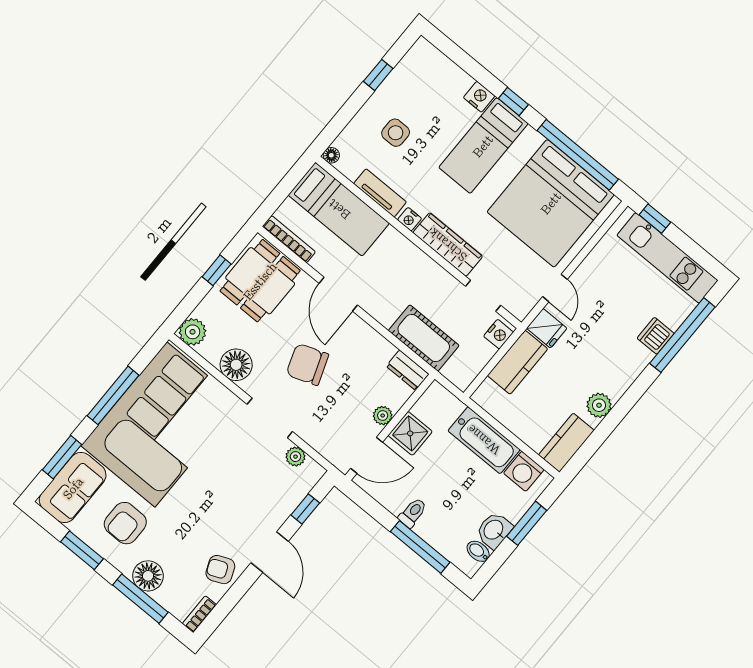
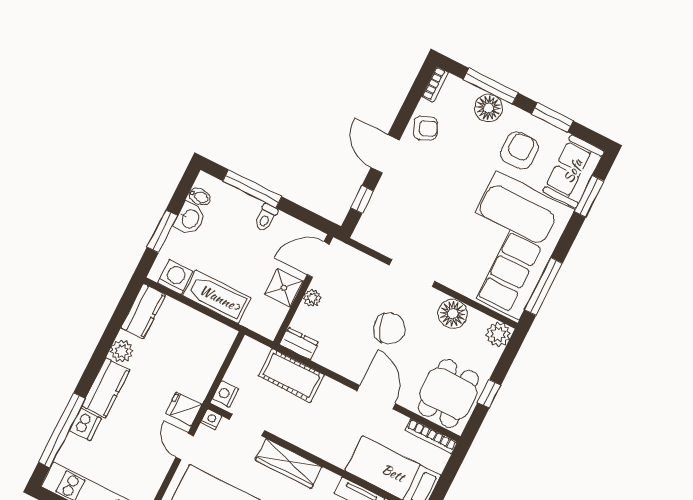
nightstand: (410, 219) -> (211, 419), moved
kitchen counter: (517, 362) -> (106, 388), moved, turned 180
window: (113, 395) -> (543, 287), moved
plant: (296, 457) -> (381, 244), removed

